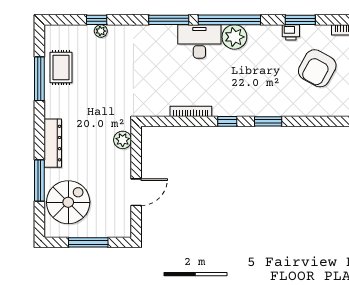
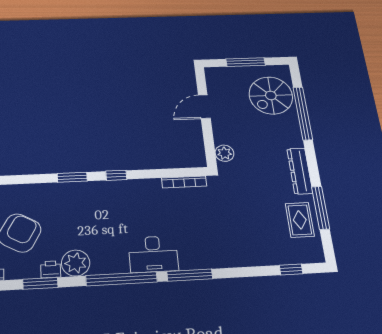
window: (97, 20) -> (291, 269), moved
plant: (101, 31) -> (263, 259), removed
plant: (234, 37) -> (76, 263), moved
bookcase: (191, 111) -> (184, 182), moved
dresser: (53, 143) -> (300, 171), moved
window: (39, 181) -> (303, 113), width x1.46

